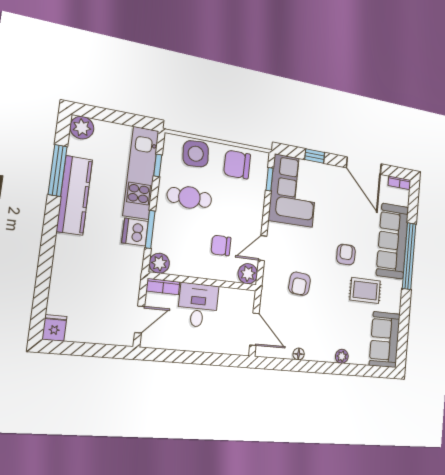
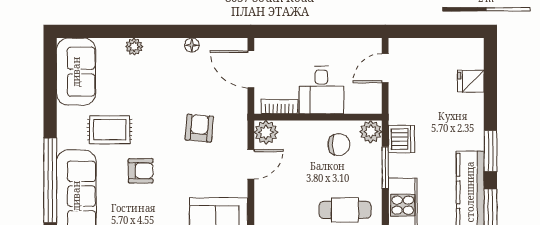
window: (50, 231) -> (490, 151), added
dishwasher: (135, 232) -> (401, 139), moved
chair: (221, 245) -> (339, 145), moved
armchair: (346, 255) -> (141, 171), turned -90
bookcase: (163, 286) -> (279, 107), moved
fridge: (54, 328) -> (471, 81), moved, turned 90

